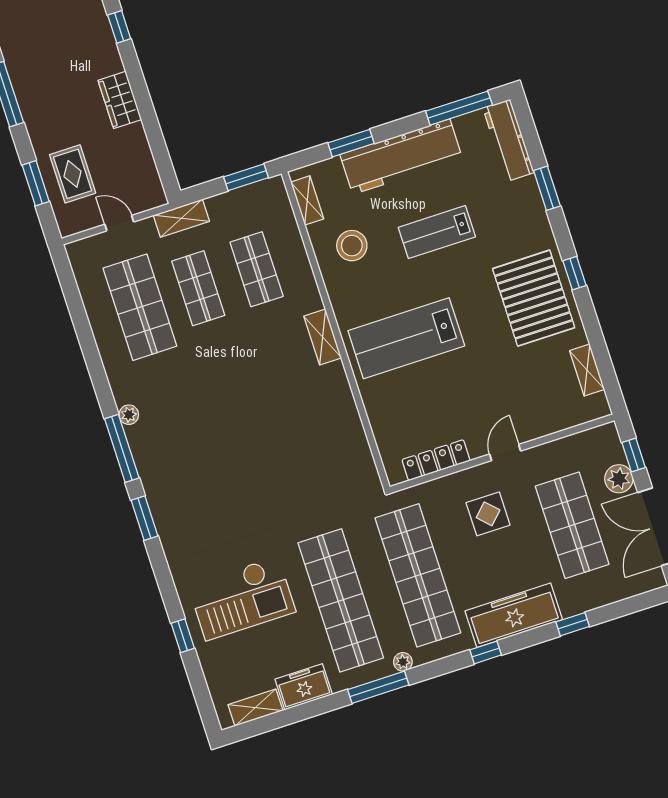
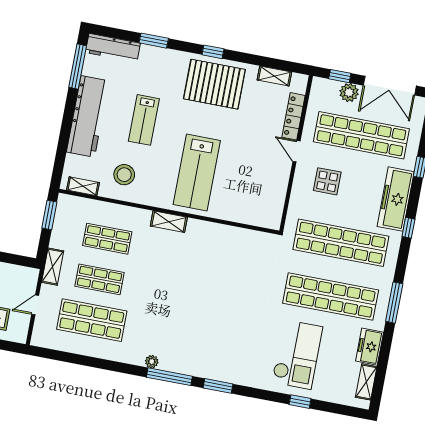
window: (351, 143) -> (63, 142), removed
locker: (436, 460) -> (294, 116), moved
shop shelf: (572, 525) -> (361, 135), width x1.40
plant: (403, 662) -> (387, 280), removed

